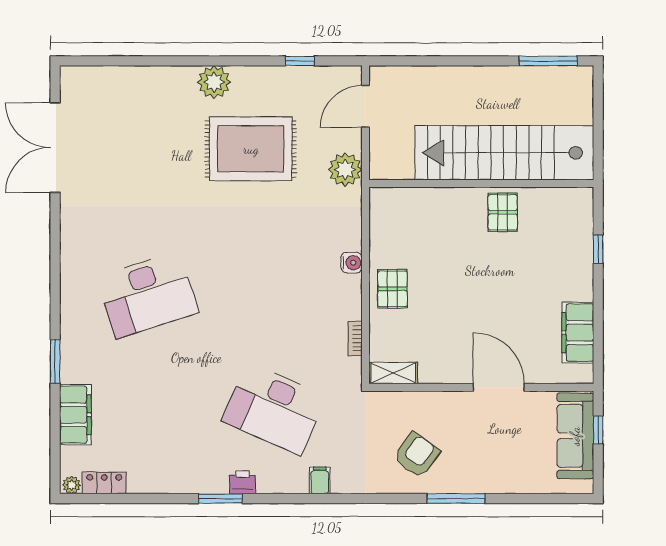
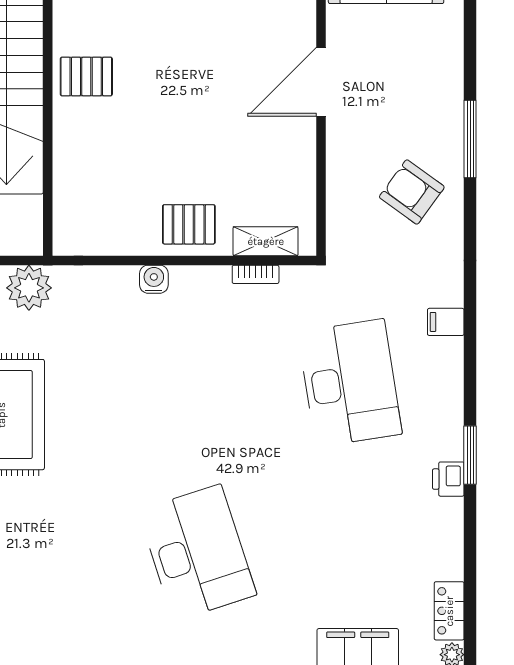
shelving: (393, 373) -> (266, 241), moved, turned 90
desk: (274, 409) -> (350, 383), turned -33
printer: (242, 482) -> (448, 479), moved

